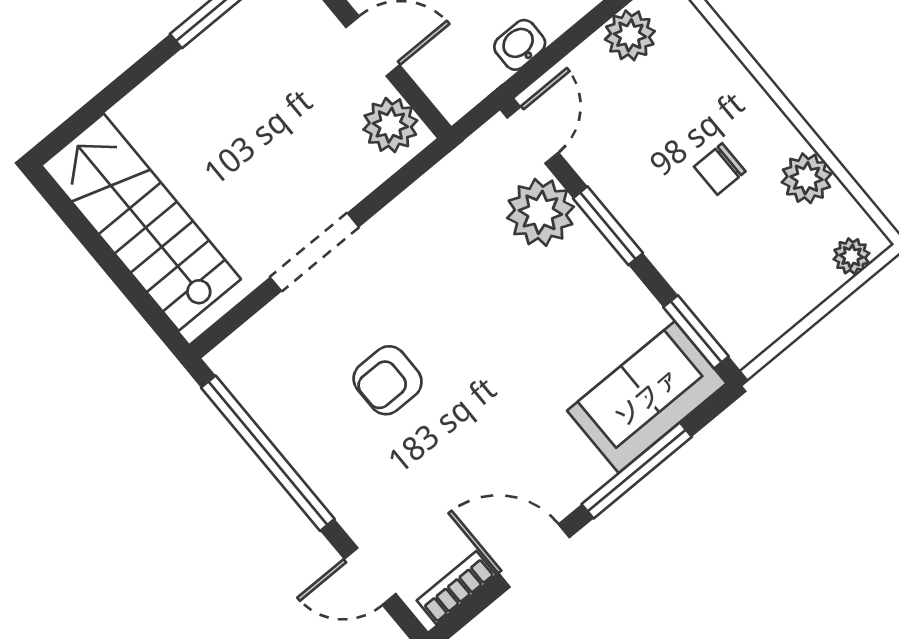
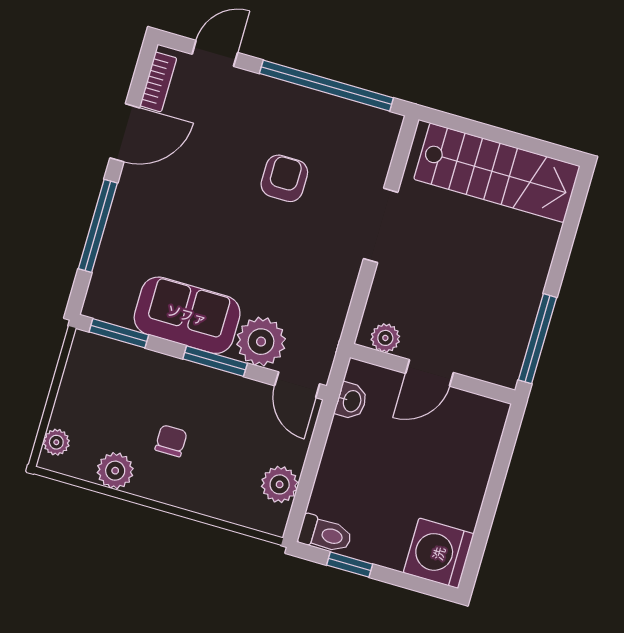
washbasin: (520, 45) -> (351, 401), moved
plant: (390, 125) -> (385, 338), width x0.73, depth x0.73
sofa: (647, 397) -> (187, 315), moved, turned -90

